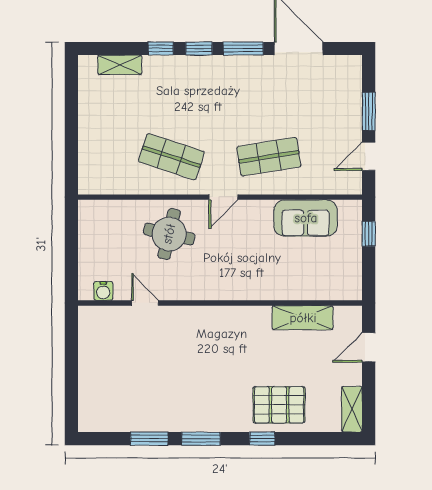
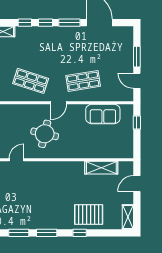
door: (369, 156) -> (137, 81), hinge flipped
round table: (169, 234) -> (45, 134), moved
door: (145, 303) -> (16, 160), hinge flipped

